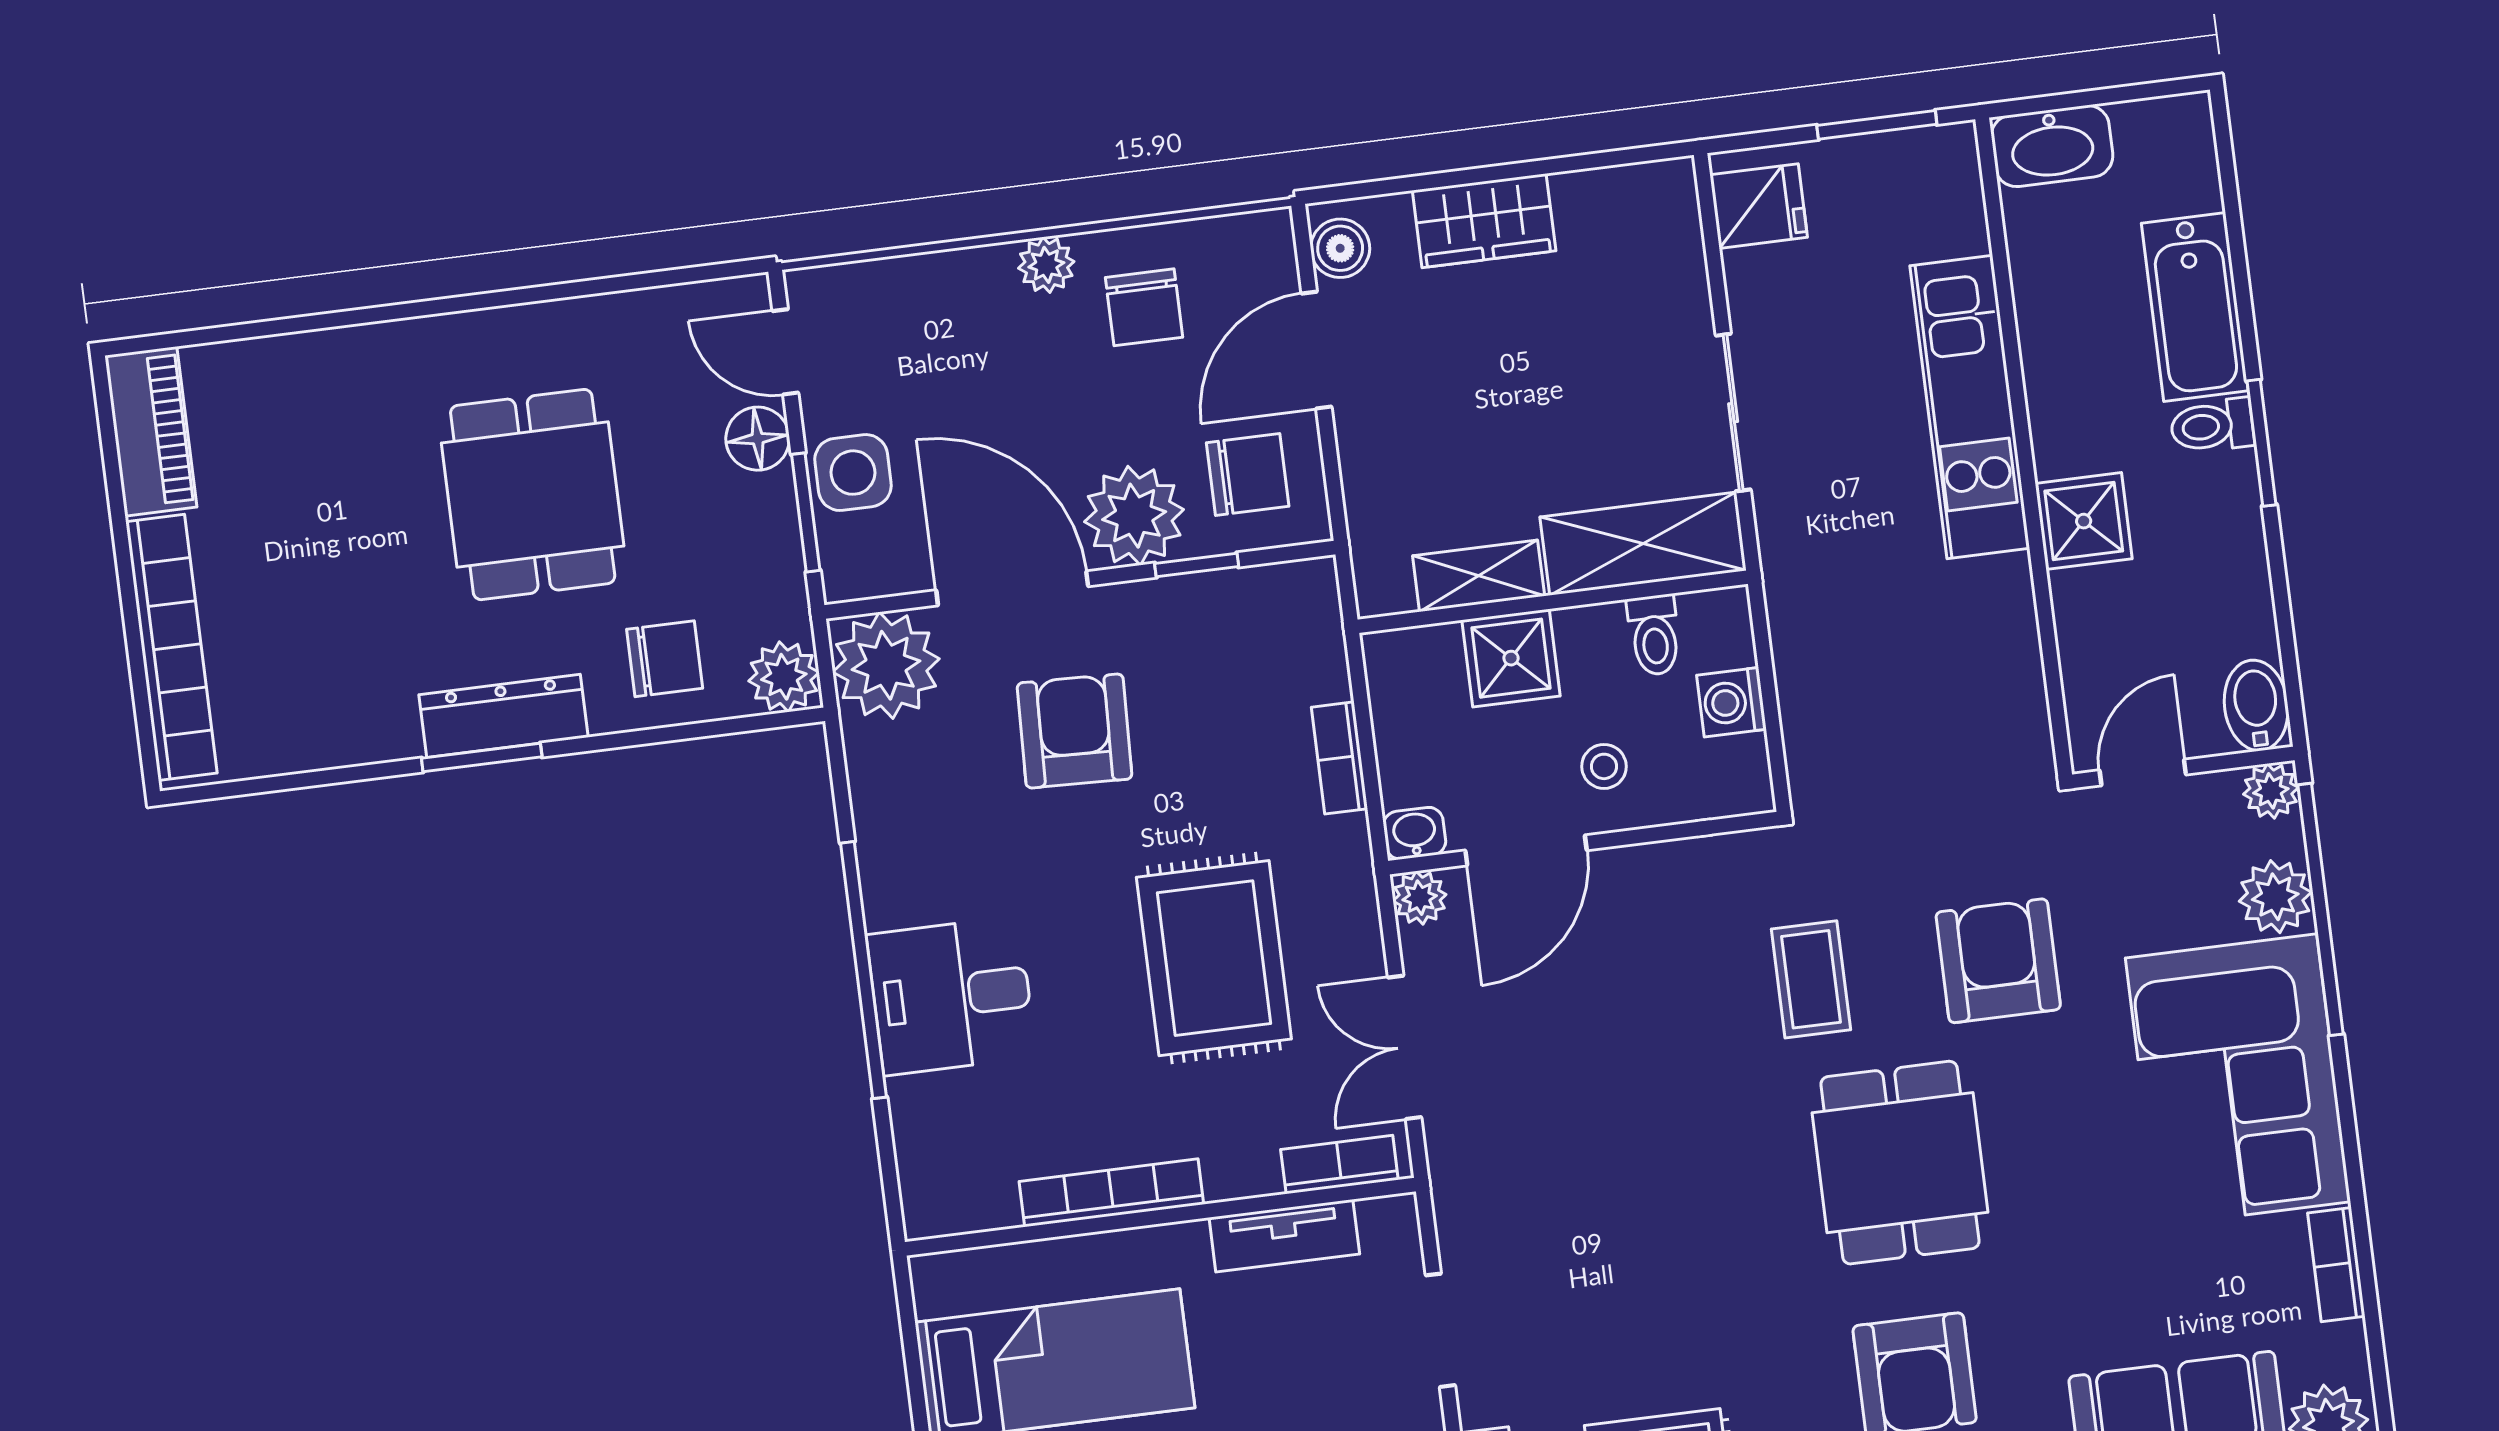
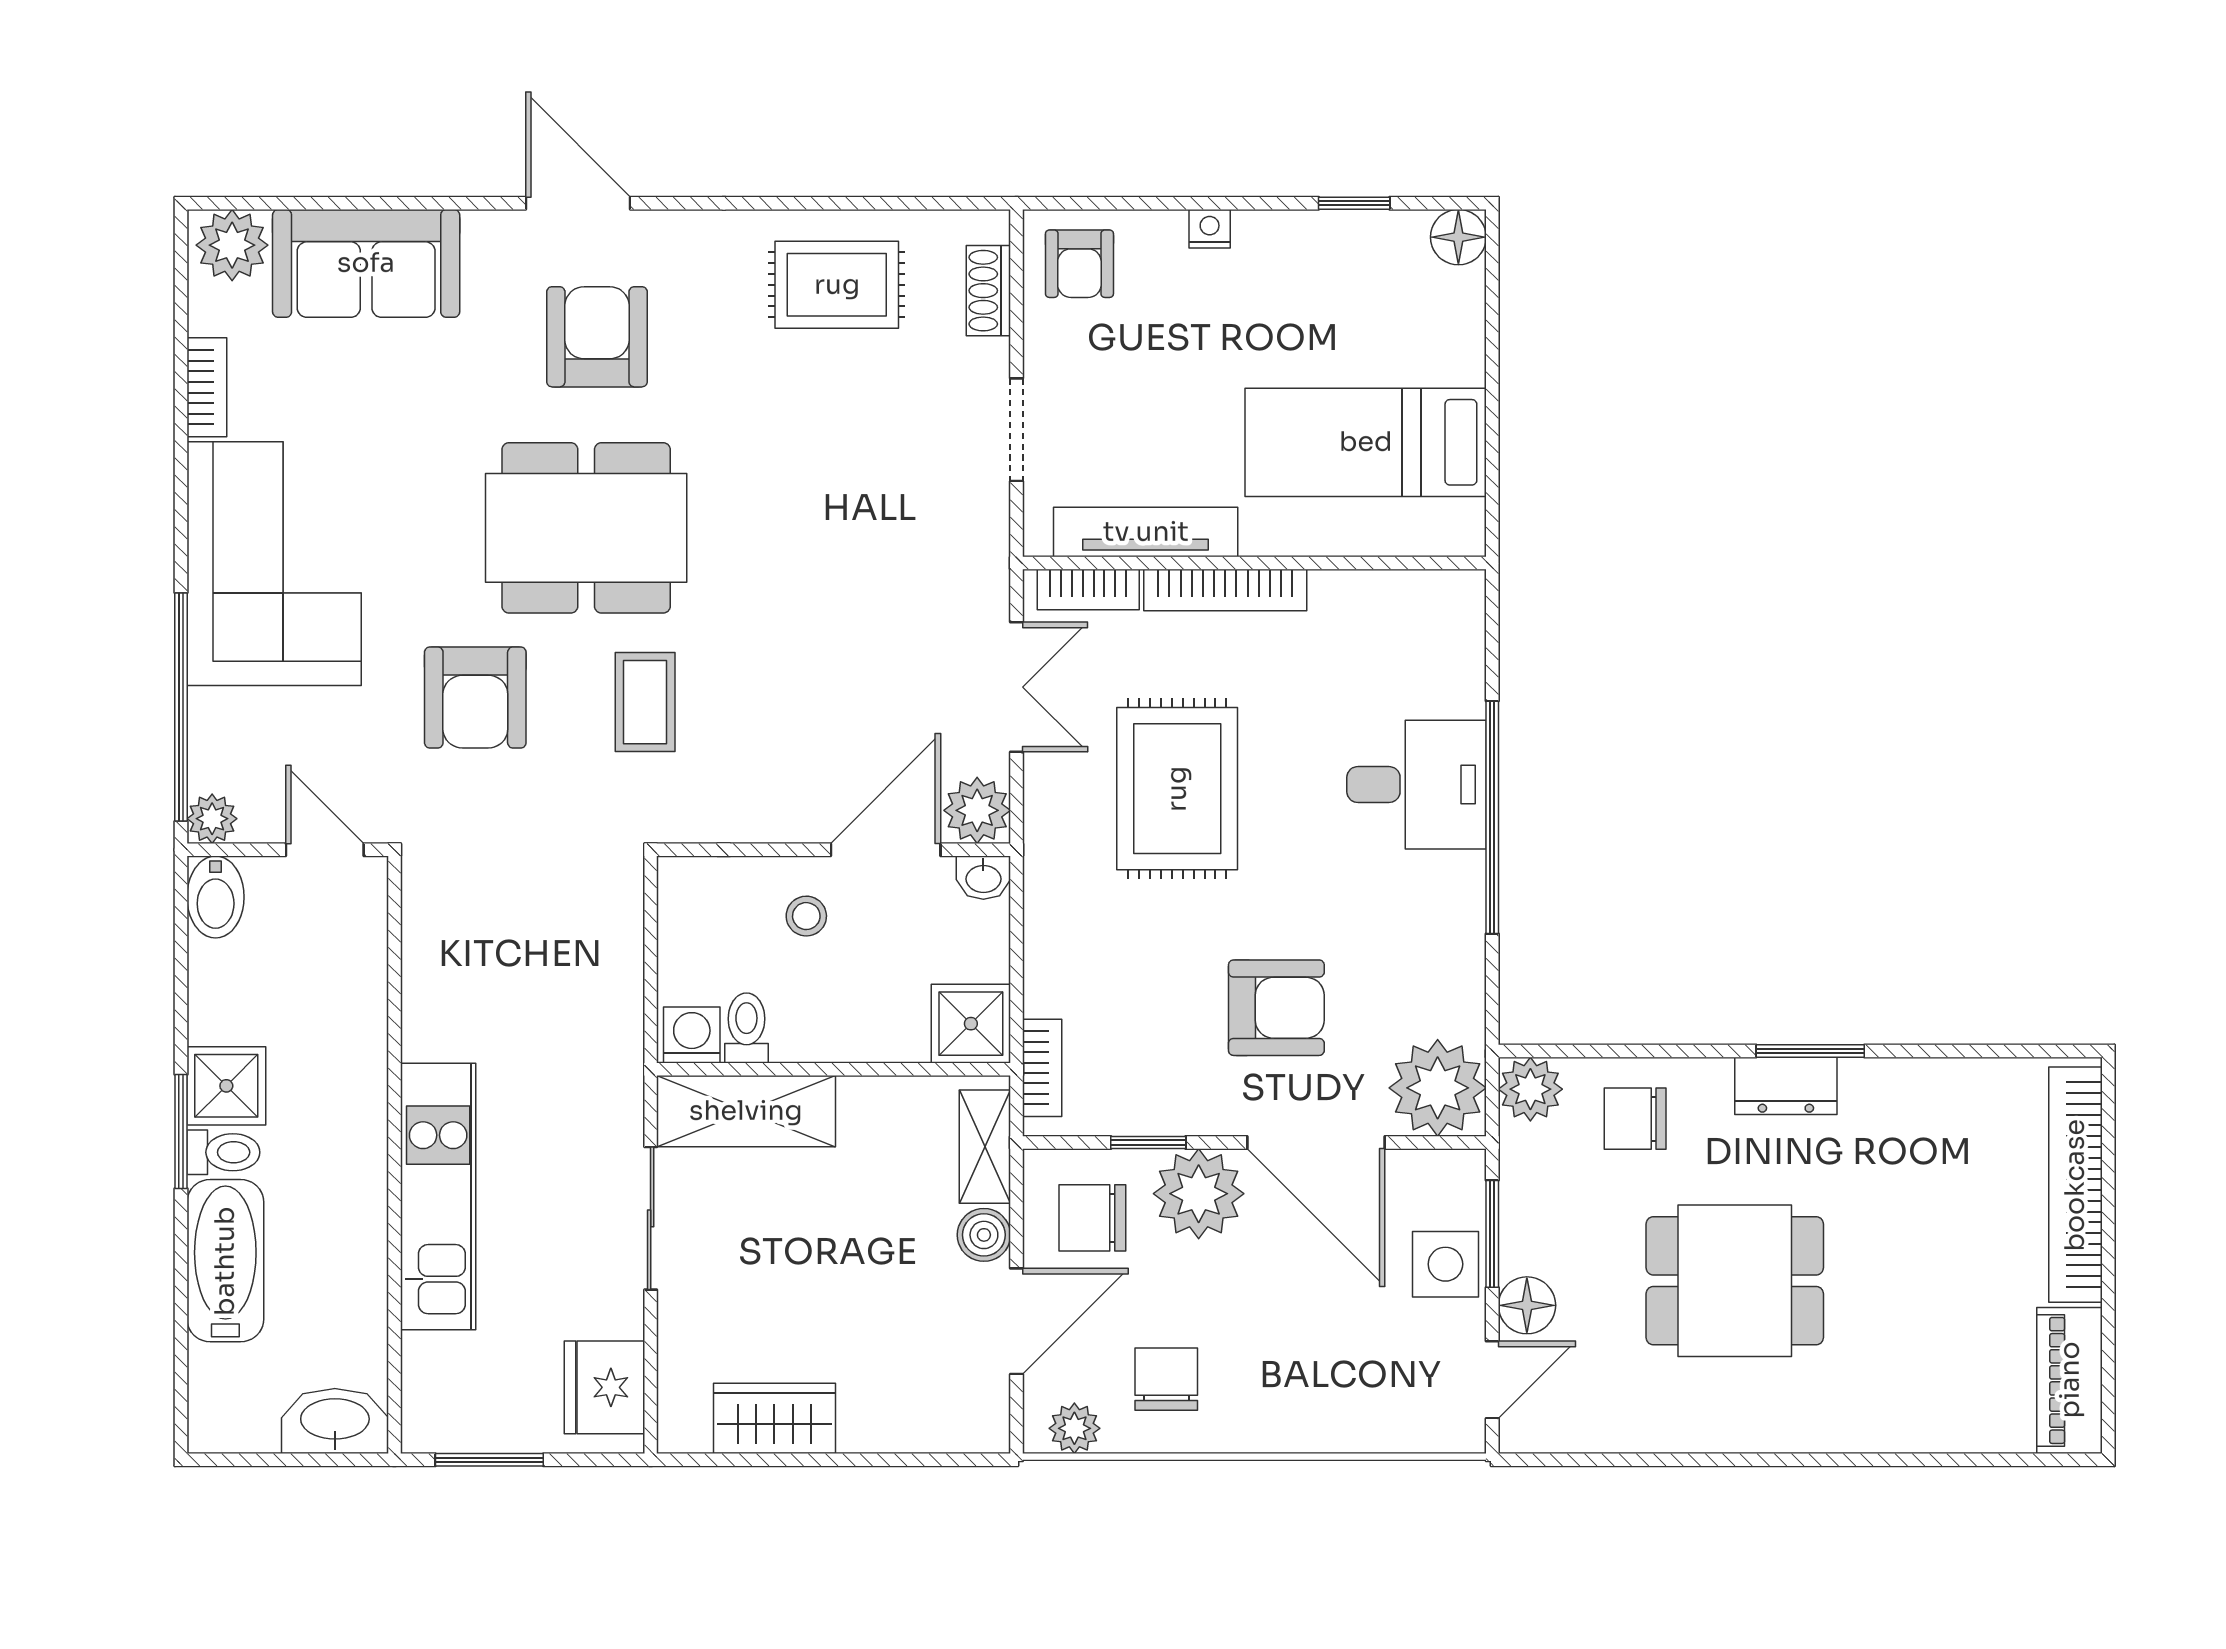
fridge: (1759, 206) -> (604, 1387), width x1.38
wardrobe: (1484, 221) -> (774, 1418), moved
boiler: (1340, 248) -> (984, 1235), moved
plant: (1046, 265) -> (1074, 1428), moved
door: (785, 352) -> (1492, 1380), hinge flipped
dining table: (533, 495) -> (1735, 1281), turned 90
shower: (2084, 521) -> (226, 1086), moved
shelving: (1479, 576) -> (985, 1147), moved, turned 90
shower: (1511, 658) -> (971, 1024), moved
washing machine: (1731, 702) -> (692, 1035), moved, turned -90
dresser: (504, 716) -> (1786, 1086), width x0.70
armchair: (1075, 731) -> (1276, 1008), turned -92
bookcase: (1339, 758) -> (1042, 1068), moved
door: (2143, 772) -> (325, 850), swing flipped
plant: (2275, 897) -> (220, 724), removed
plant: (1420, 898) -> (977, 810), width x1.38, depth x1.38
dining table: (1900, 1163) -> (586, 528), width x1.38
bookcase: (1111, 1193) -> (1225, 590), moved
tv unit: (1284, 1236) -> (1146, 532), width x1.41

